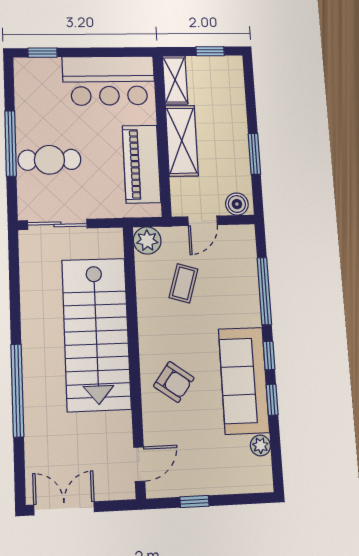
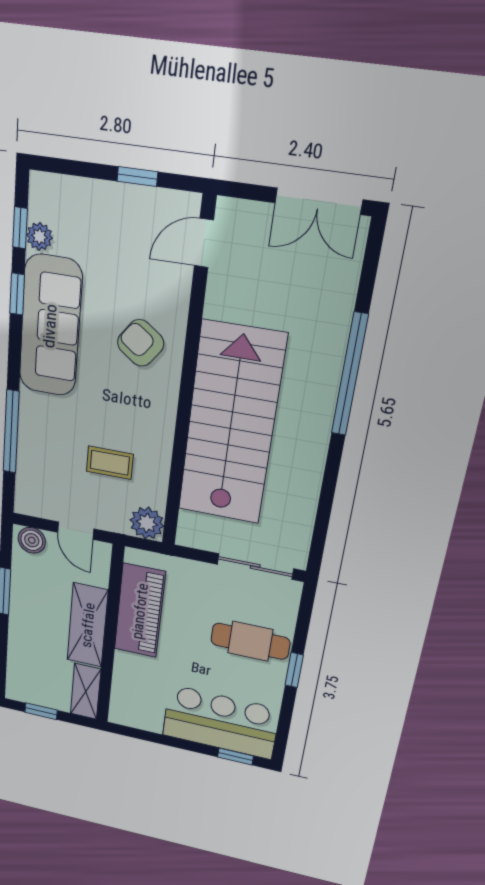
bar counter: (109, 81) -> (220, 722), moved
window: (11, 143) -> (294, 670), width x0.46
door: (203, 221) -> (76, 531), swing flipped
coffee table: (183, 283) -> (110, 463), turned 73
window: (269, 355) -> (20, 228), moved

